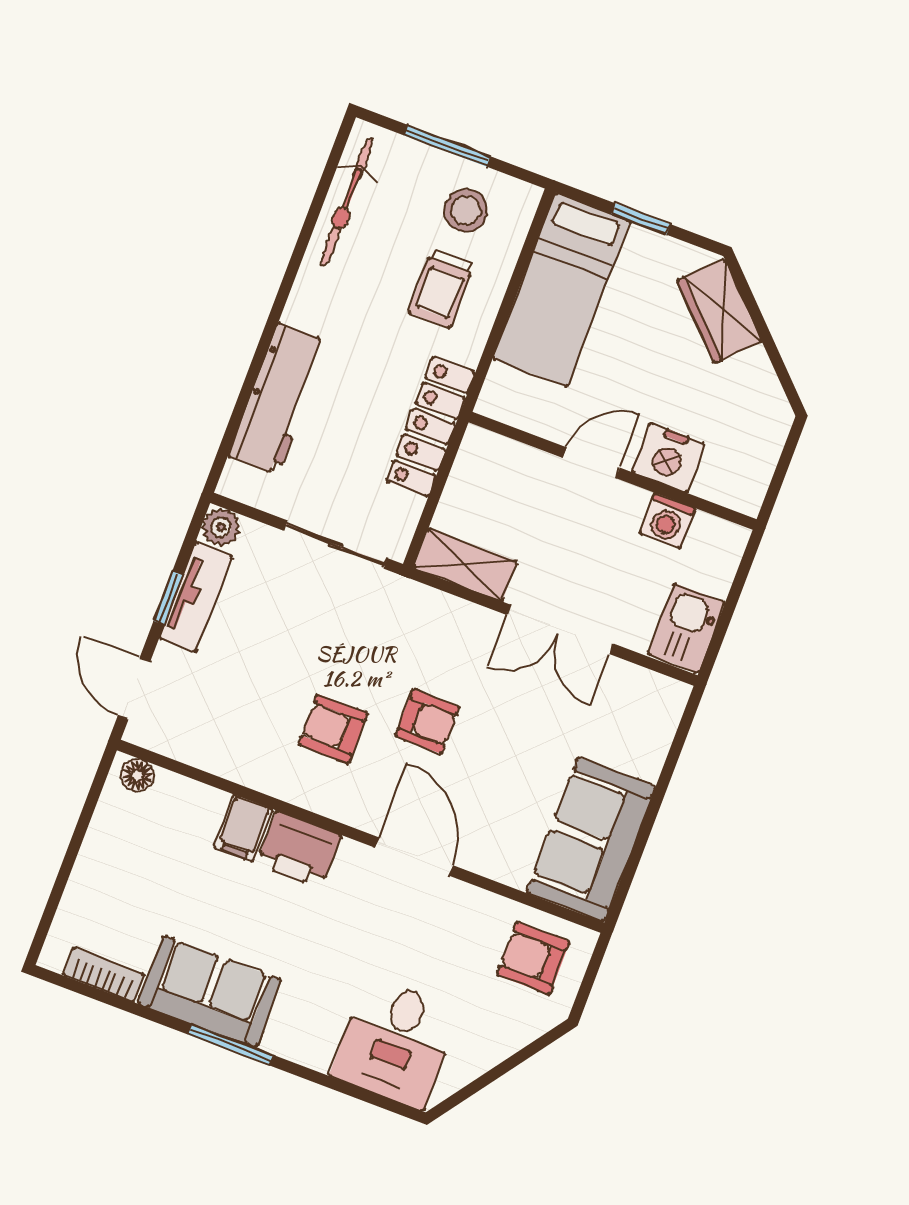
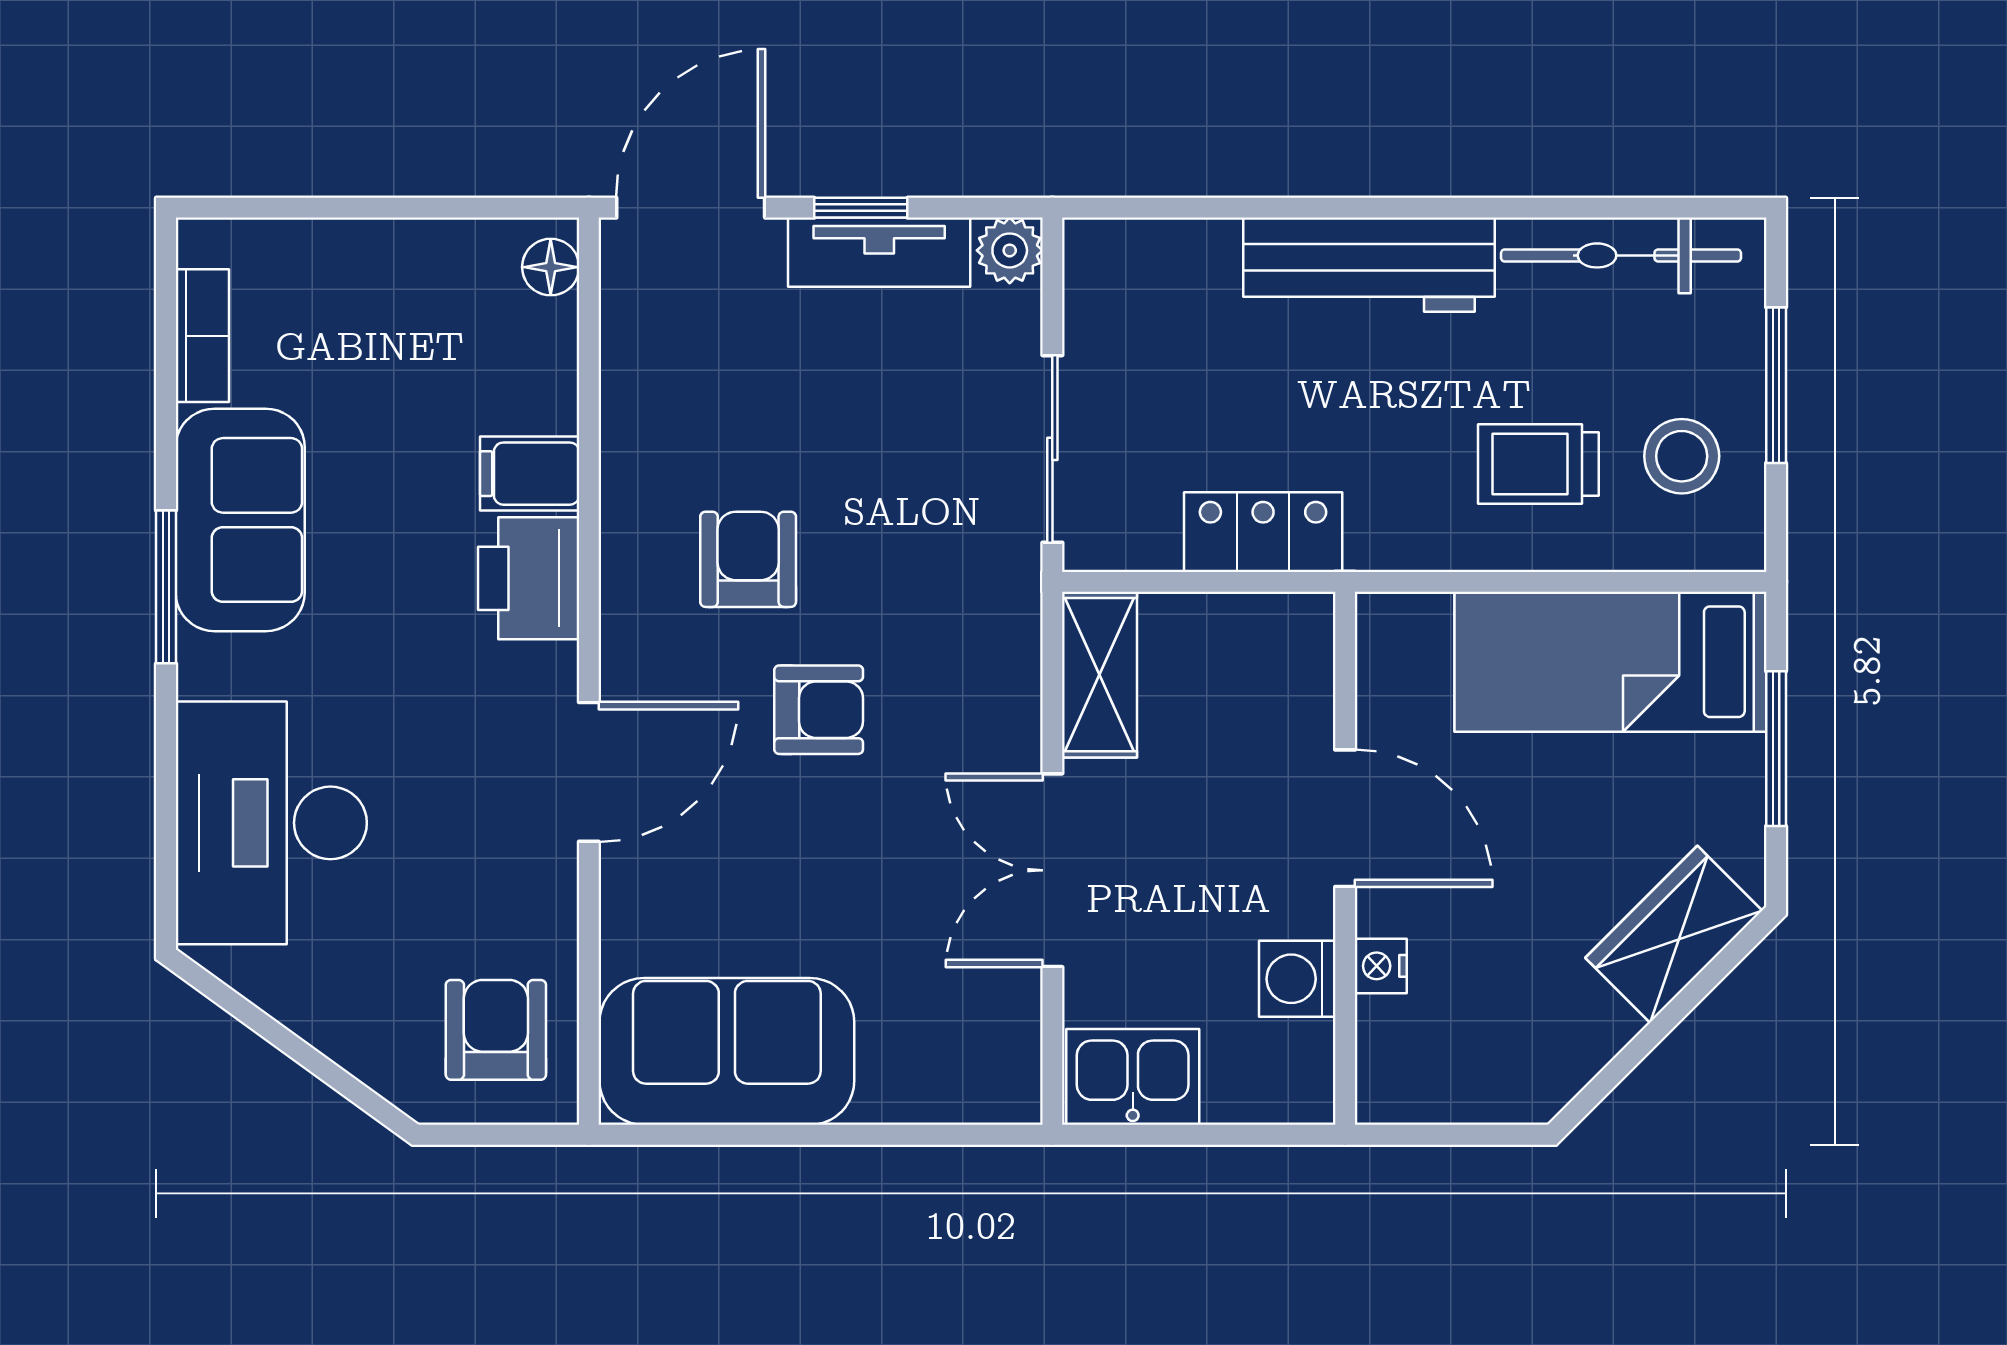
window: (641, 219) -> (1776, 749), width x1.50
workbench: (278, 399) -> (1369, 265), moved
locker: (431, 427) -> (1263, 532), width x0.66
nightstand: (668, 458) -> (1381, 966), width x0.53, depth x0.56
door: (591, 463) -> (1345, 818), width x1.38
door: (134, 689) -> (691, 208), width x1.38
armchair: (427, 722) -> (819, 710), turned -90
desk: (395, 1043) -> (271, 823), width x1.37

